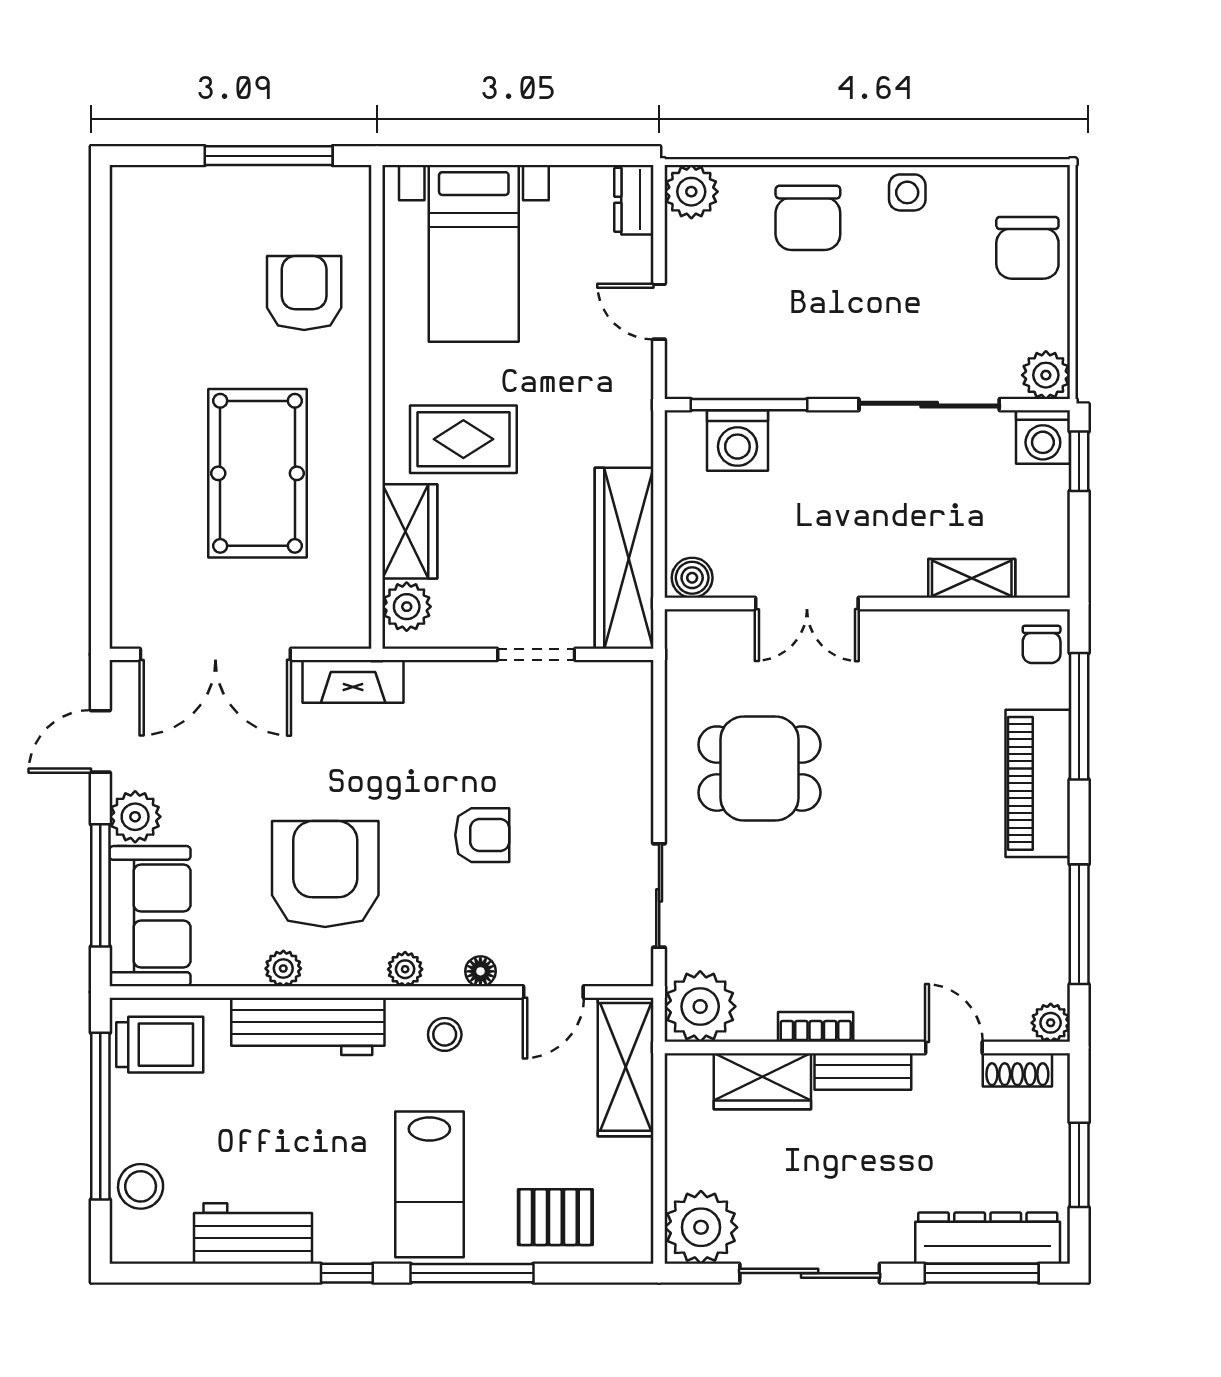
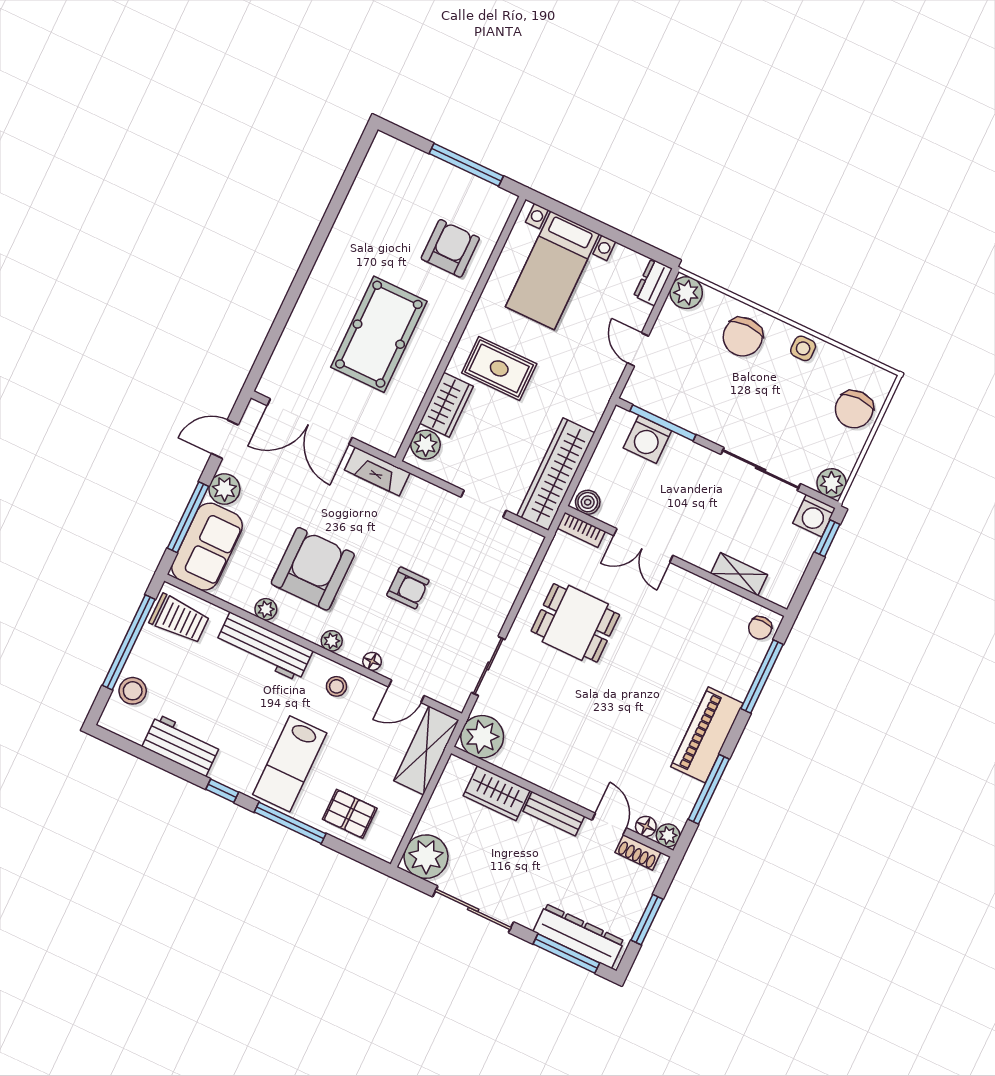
piano: (1038, 783) -> (707, 735), moved
floor lamp: (1011, 1025) -> (646, 826), added
bookcase: (816, 1027) -> (581, 530), moved, turned 180

